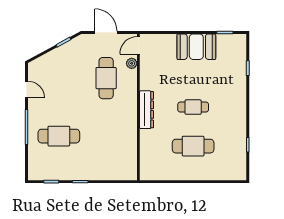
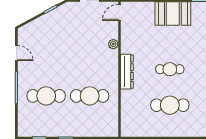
plant: (132, 63) -> (113, 44), moved
cafe table: (106, 78) -> (90, 96), moved, turned 90

